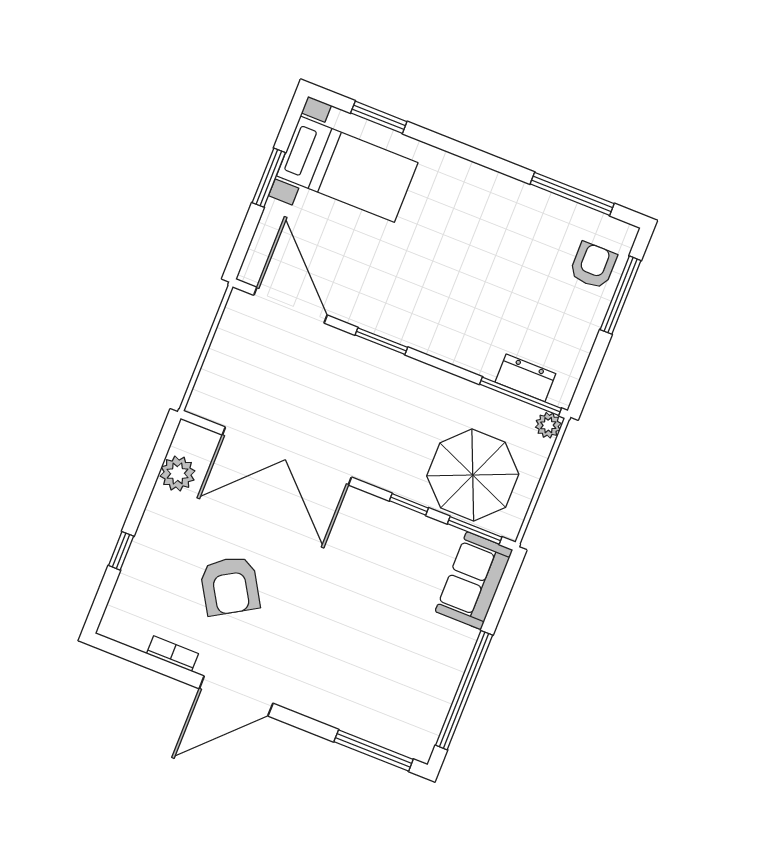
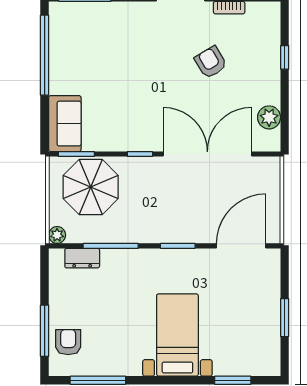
bed with nightstands: (347, 169) -> (177, 335), moved, turned 90
armchair: (593, 265) -> (68, 342), turned 180
door: (290, 305) -> (241, 246), swing flipped
window: (521, 396) -> (111, 246), moved
window: (409, 504) -> (140, 154), moved
armchair: (230, 586) -> (211, 62), width x0.72, depth x0.72

